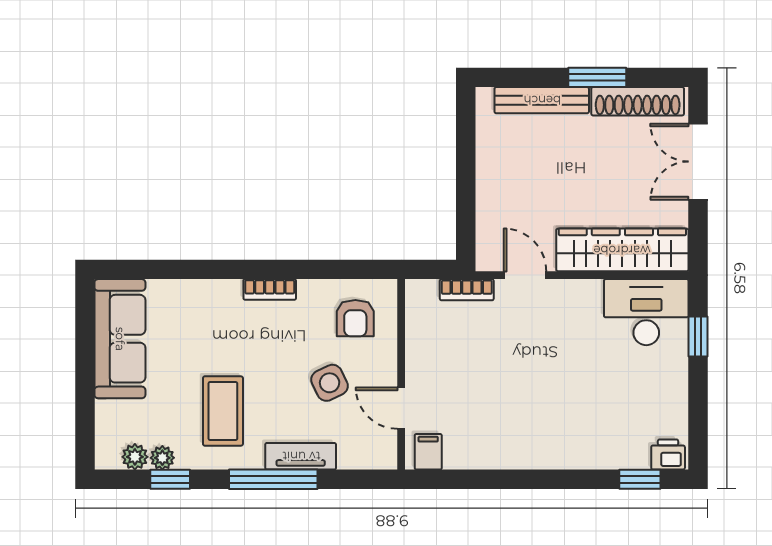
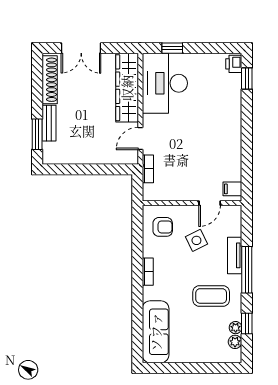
window: (597, 77) -> (37, 134), moved
bench: (542, 100) -> (49, 123), width x0.73
desk: (646, 312) -> (165, 83), width x1.36, depth x1.30
sofa: (120, 339) -> (156, 332), moved, turned 90

